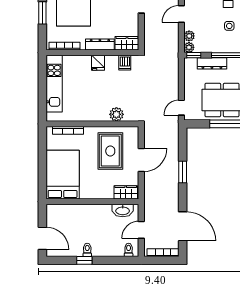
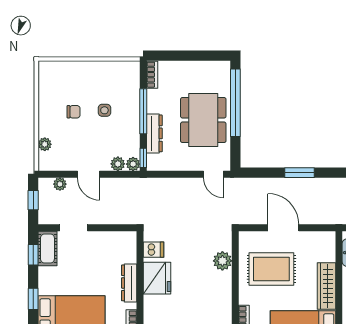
wardrobe: (127, 43) -> (128, 247), removed
fridge: (98, 63) -> (157, 278), width x1.88, depth x1.34
wardrobe: (126, 192) -> (327, 286), moved, width x1.50

